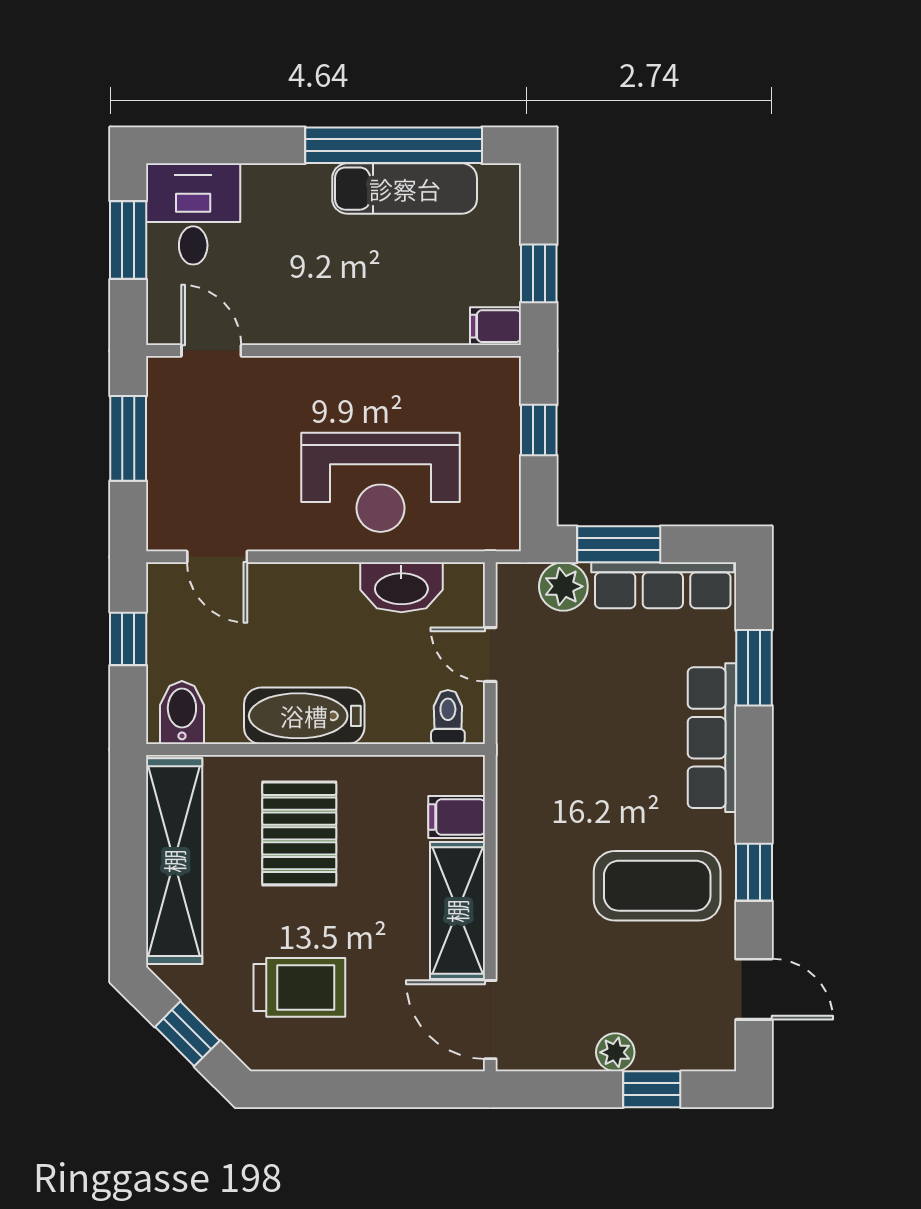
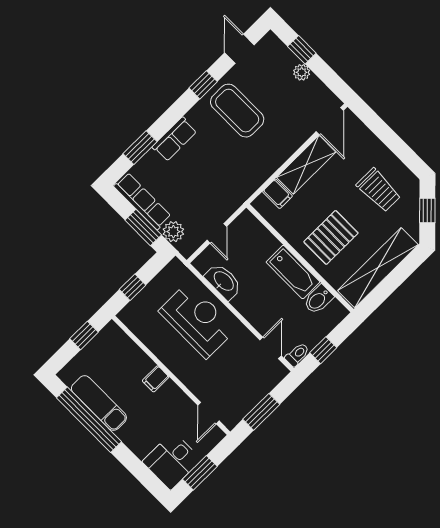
filing cabinet: (495, 326) -> (156, 379), moved, turned 90
bidet: (182, 713) -> (318, 300), moved
toilet: (448, 717) -> (297, 355), moved, turned 180
row of seats: (712, 738) -> (174, 139), width x0.68
trolley: (299, 987) -> (379, 190), turned 180

